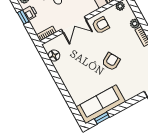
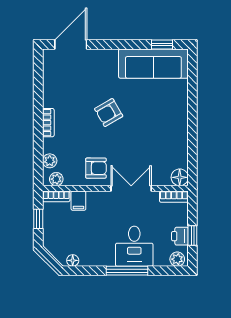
plant: (135, 24) -> (50, 161), moved
armchair: (101, 25) -> (96, 168), turned 180
floor lamp: (54, 56) -> (180, 177), moved

